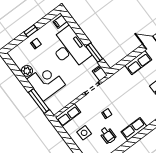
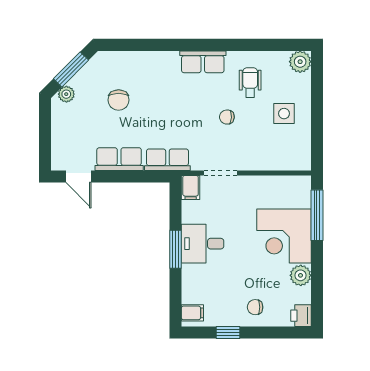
window: (31, 31) -> (228, 333), moved
desk: (69, 48) -> (203, 244), width x0.53, depth x0.77
window: (94, 53) -> (175, 249), moved
printer: (14, 54) -> (301, 316), added
row of seats: (68, 115) -> (167, 160), moved

